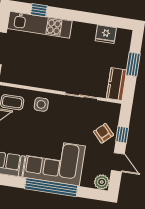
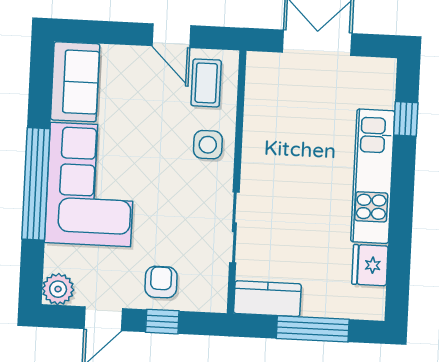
kitchen unit: (40, 25) -> (373, 176), moved
window: (133, 64) -> (313, 329), width x1.44
armchair: (103, 133) -> (161, 282), turned -47

